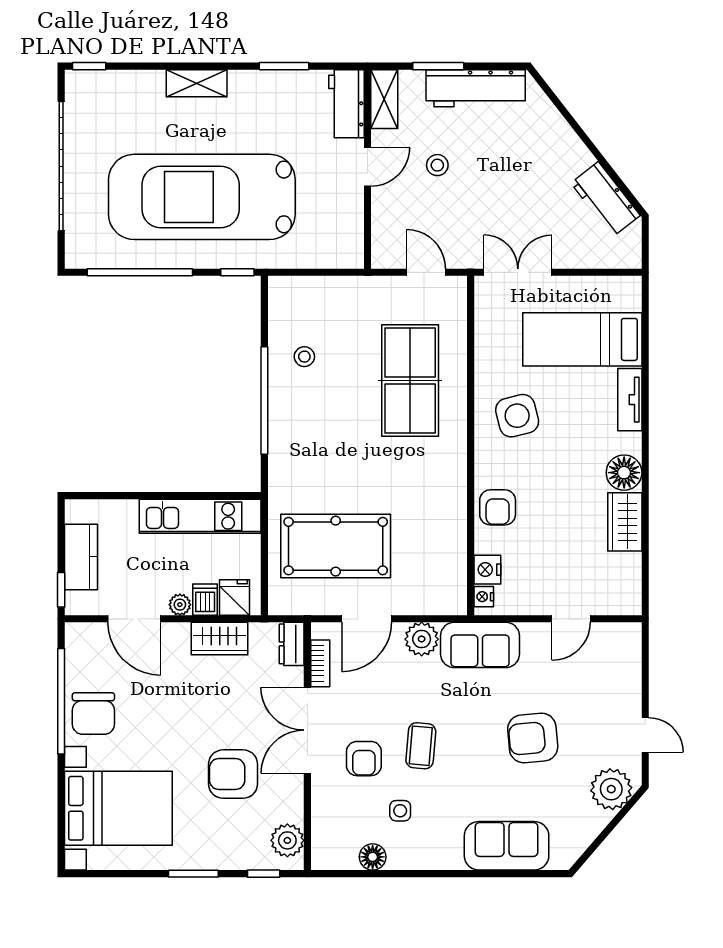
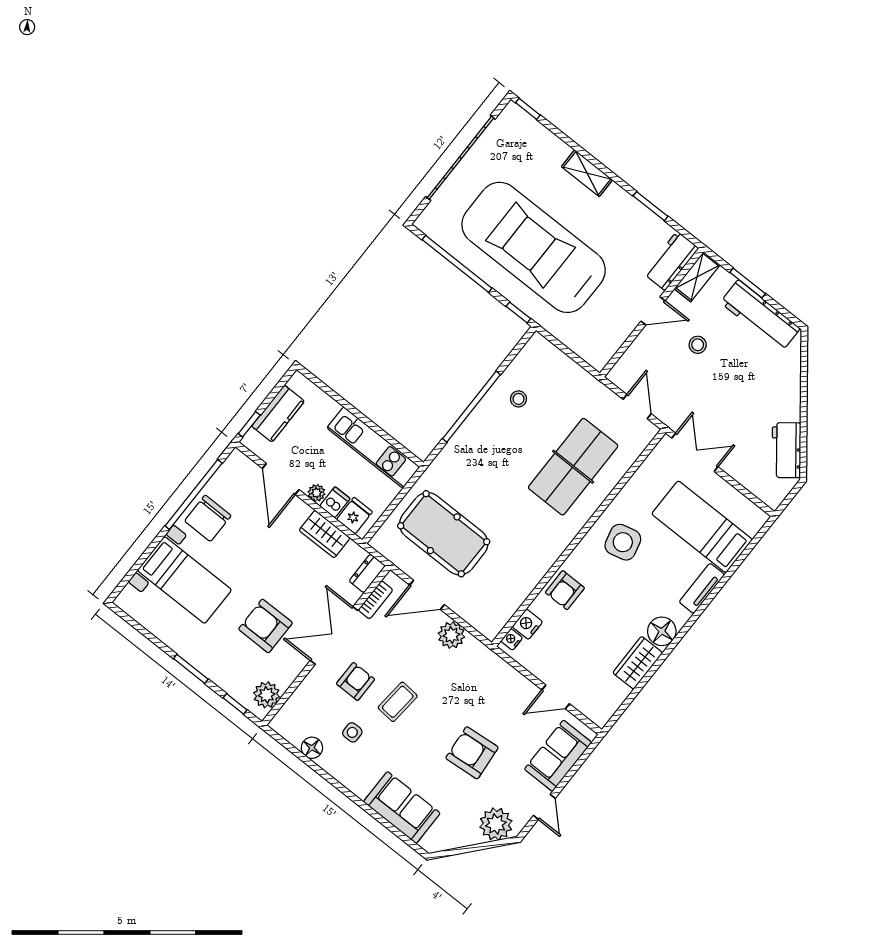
sofa: (480, 645) -> (558, 756), moved, turned 90
armchair: (364, 759) -> (356, 682), turned 180
bed with nightstands: (118, 808) -> (184, 580), width x0.73

